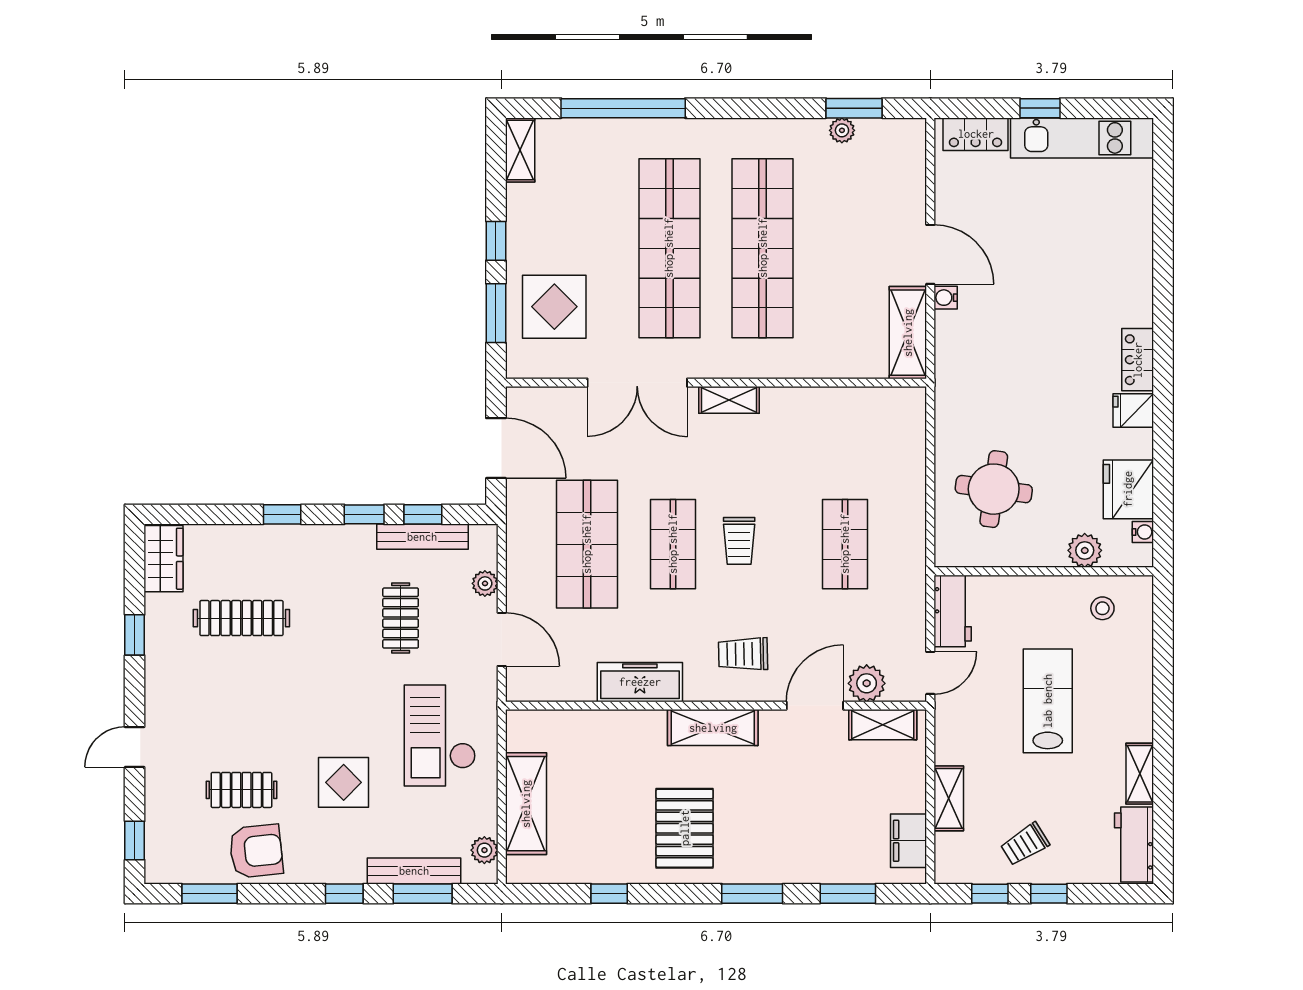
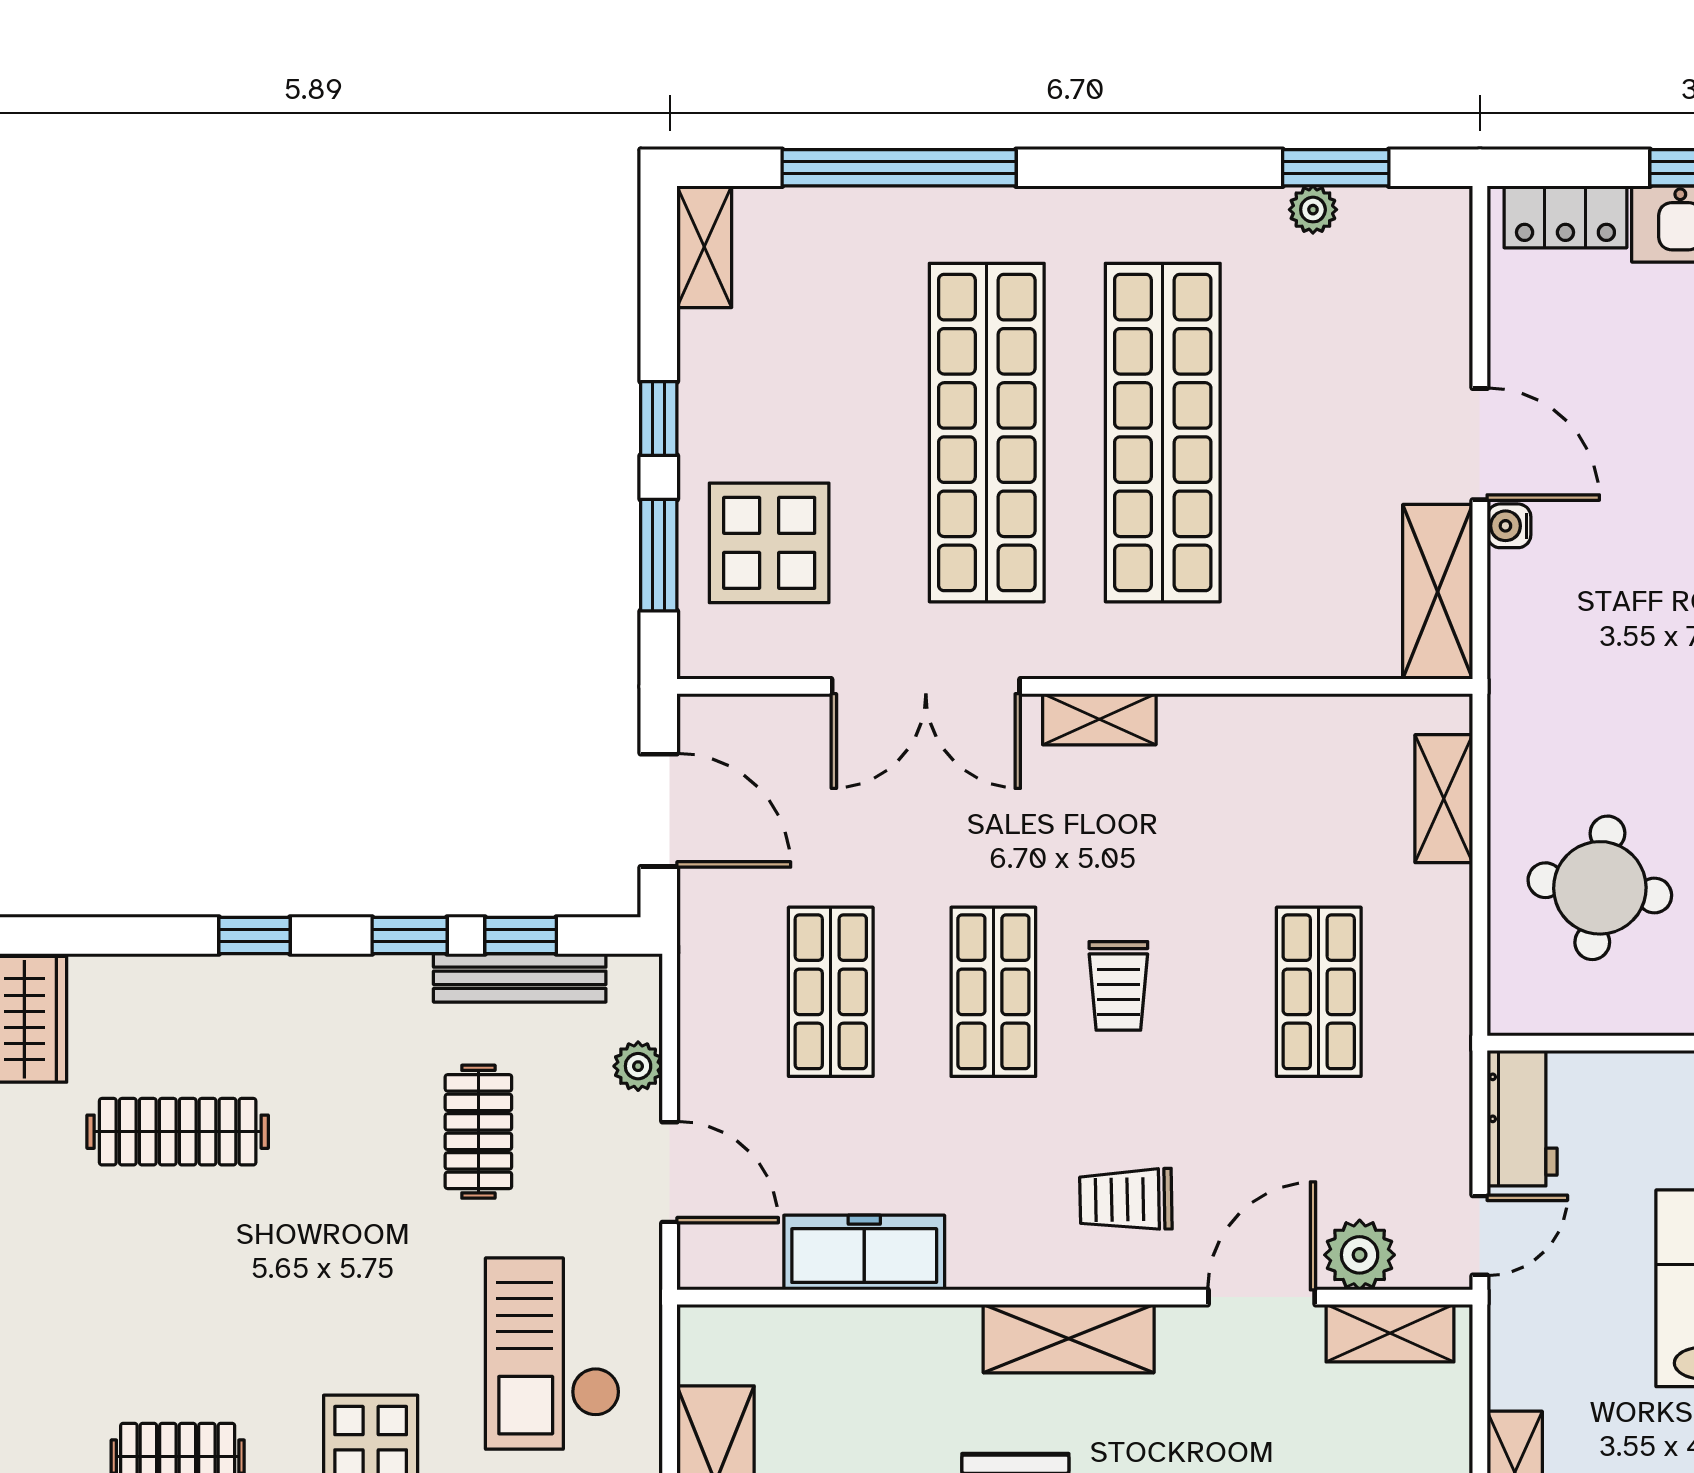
shelving: (911, 442) -> (1444, 799), added
shop shelf: (587, 544) -> (831, 992), width x0.70, depth x0.74
freezer: (640, 682) -> (864, 1253), moved

